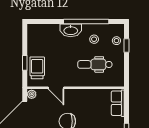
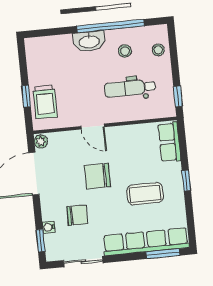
window: (127, 45) -> (178, 96), moved
trolley: (37, 68) -> (45, 102), turned 180
door: (56, 88) -> (93, 127), moved

